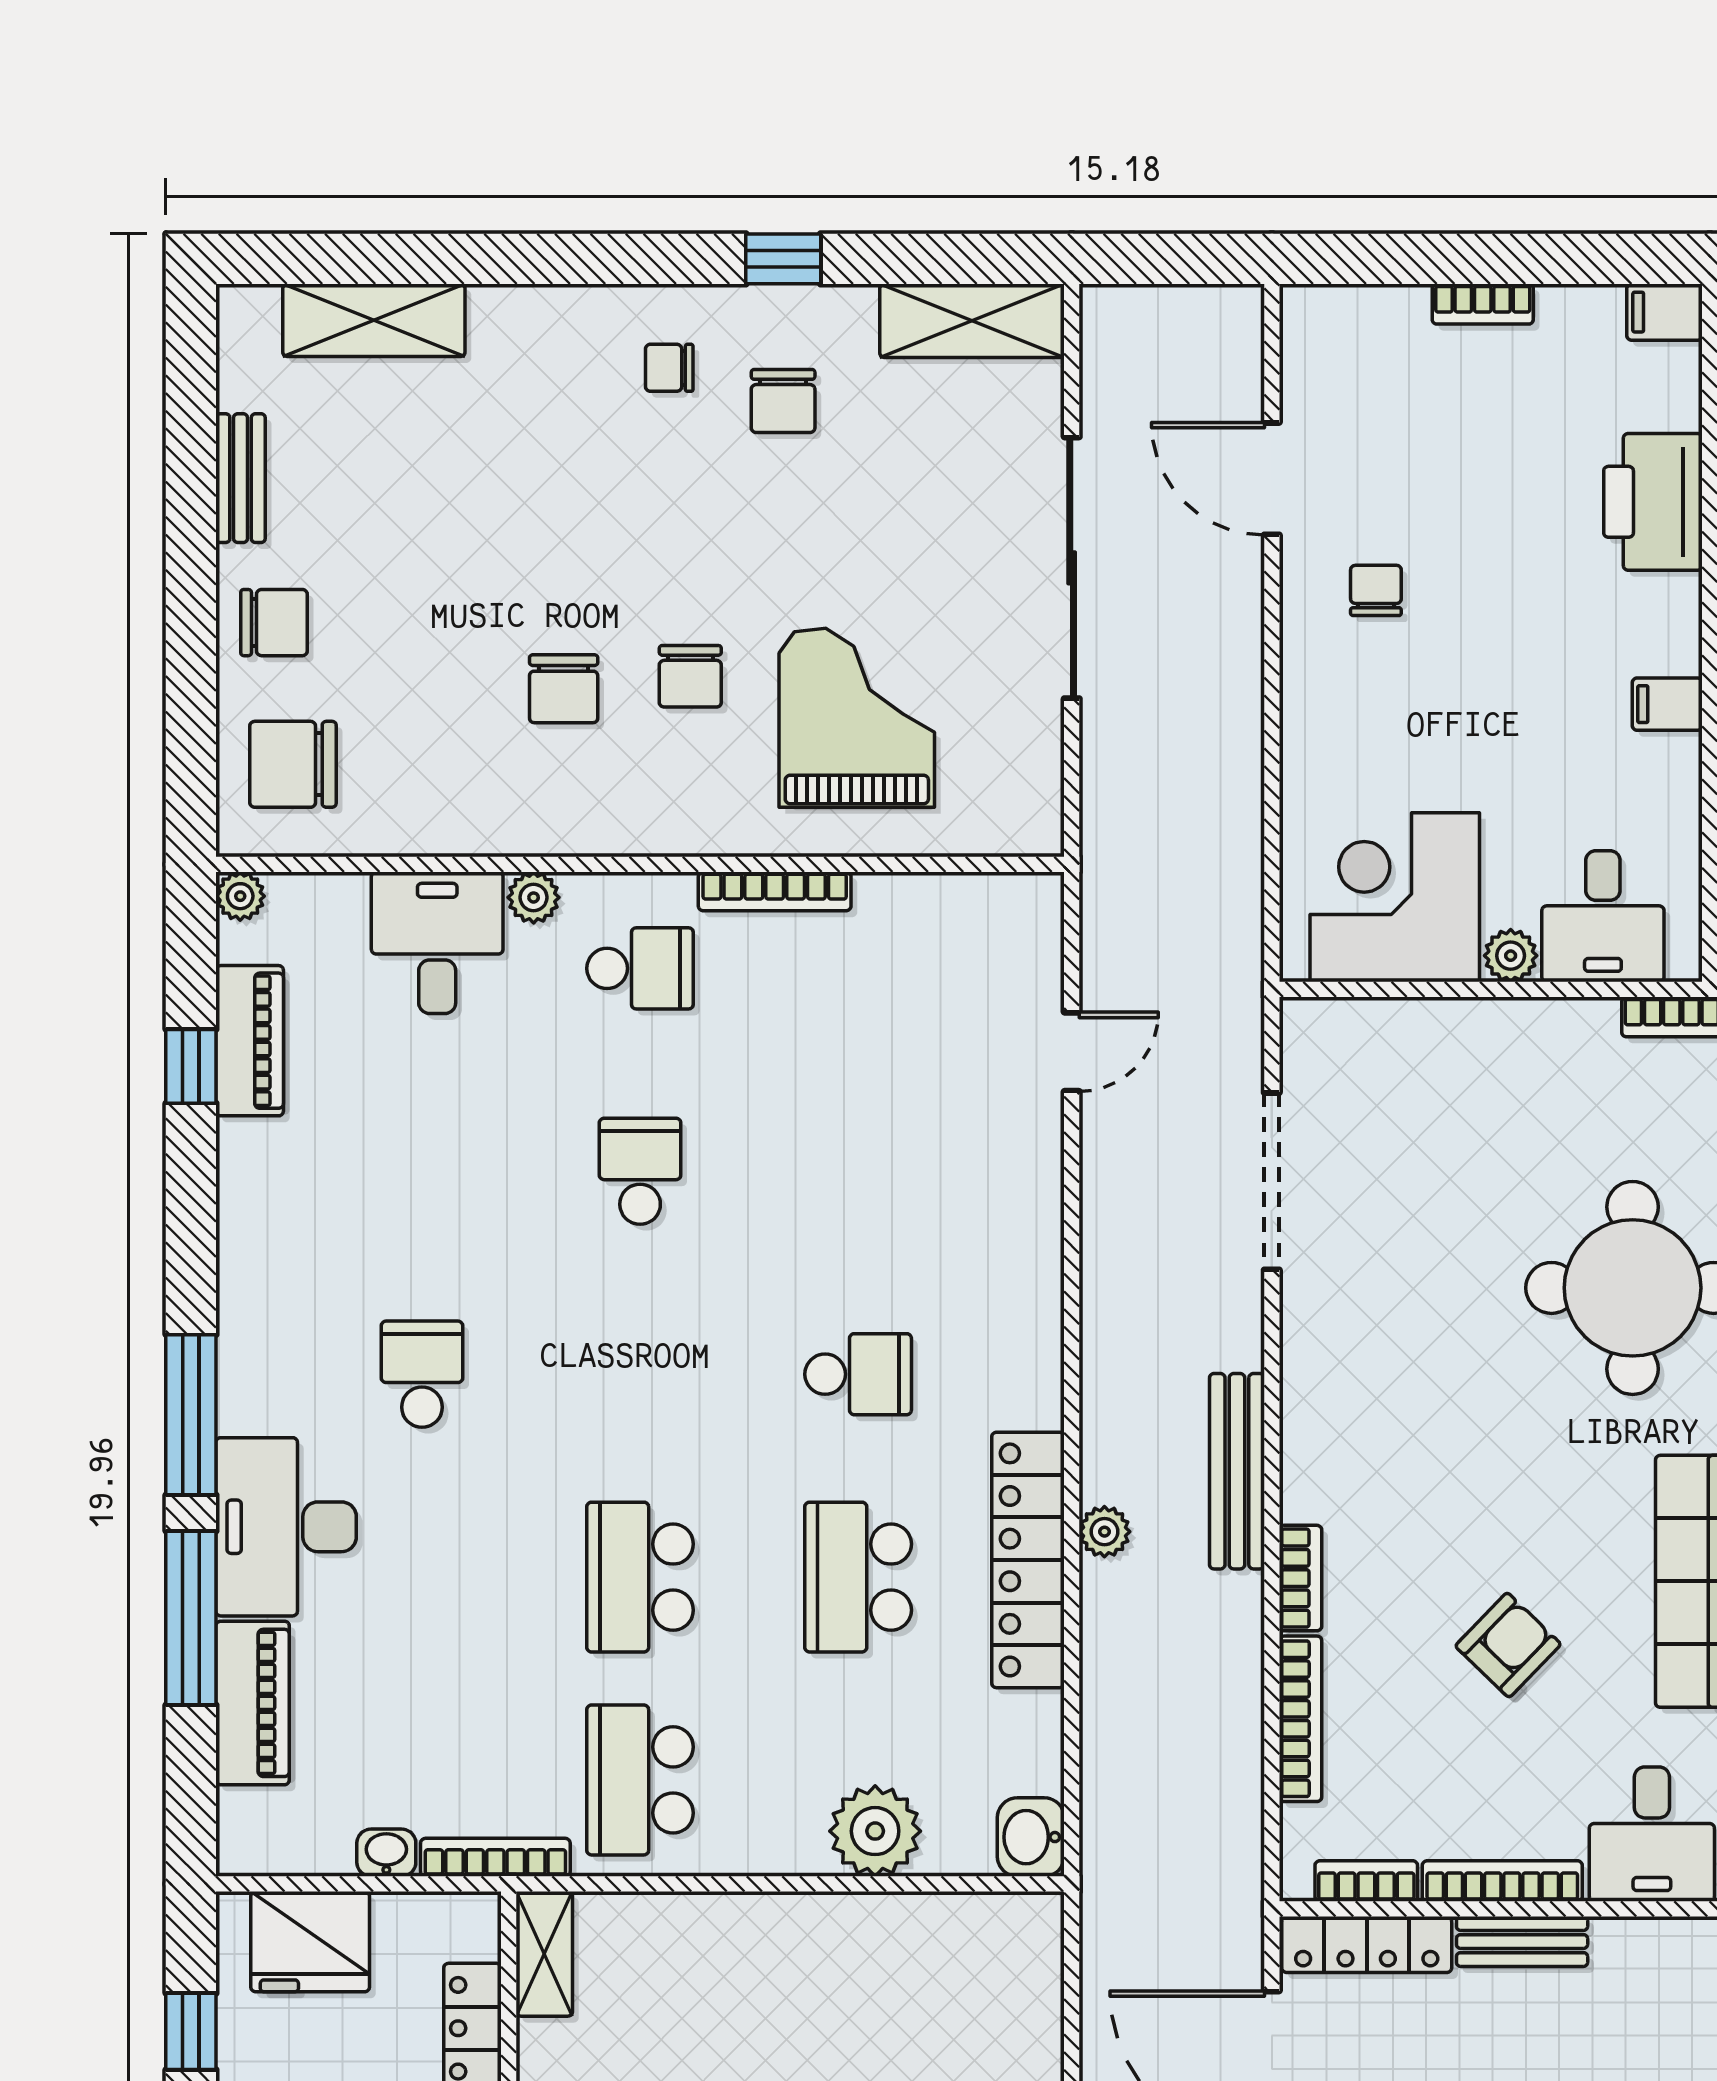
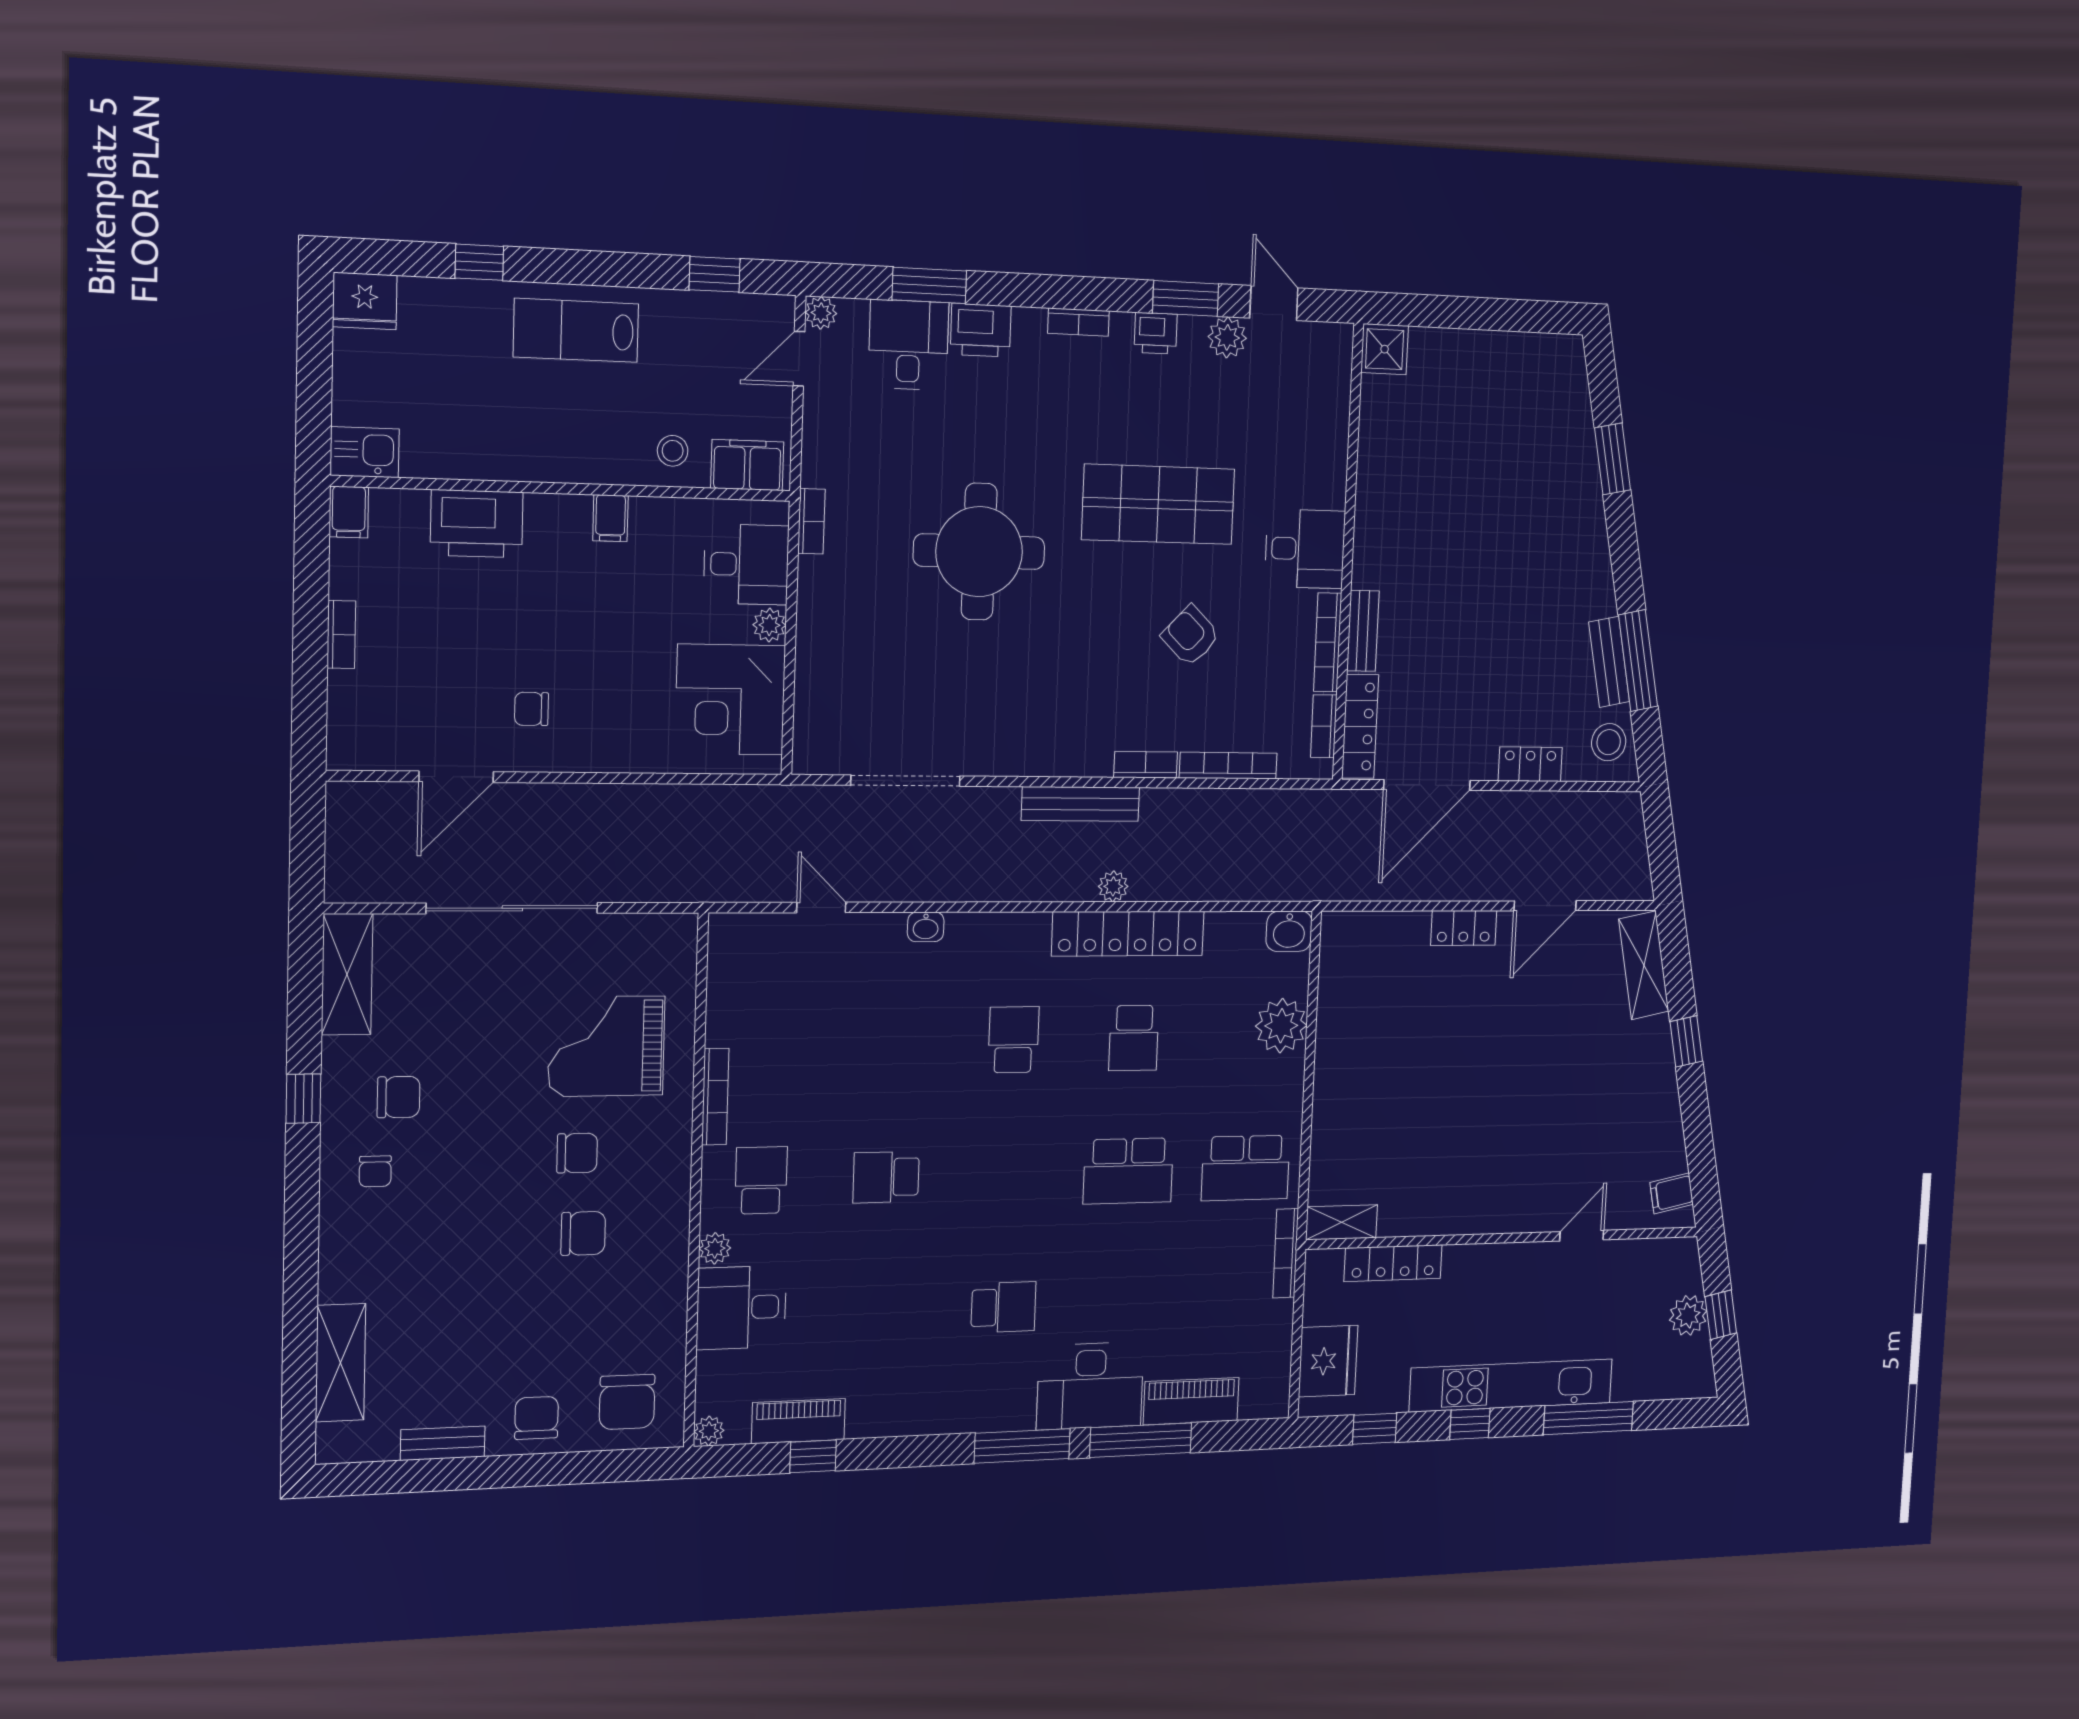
school desk: (422, 1374) -> (1003, 1307), turned 180
school desk: (858, 1577) -> (1134, 1038), width x0.54
washbasin: (386, 1853) -> (926, 927), moved, turned -90

